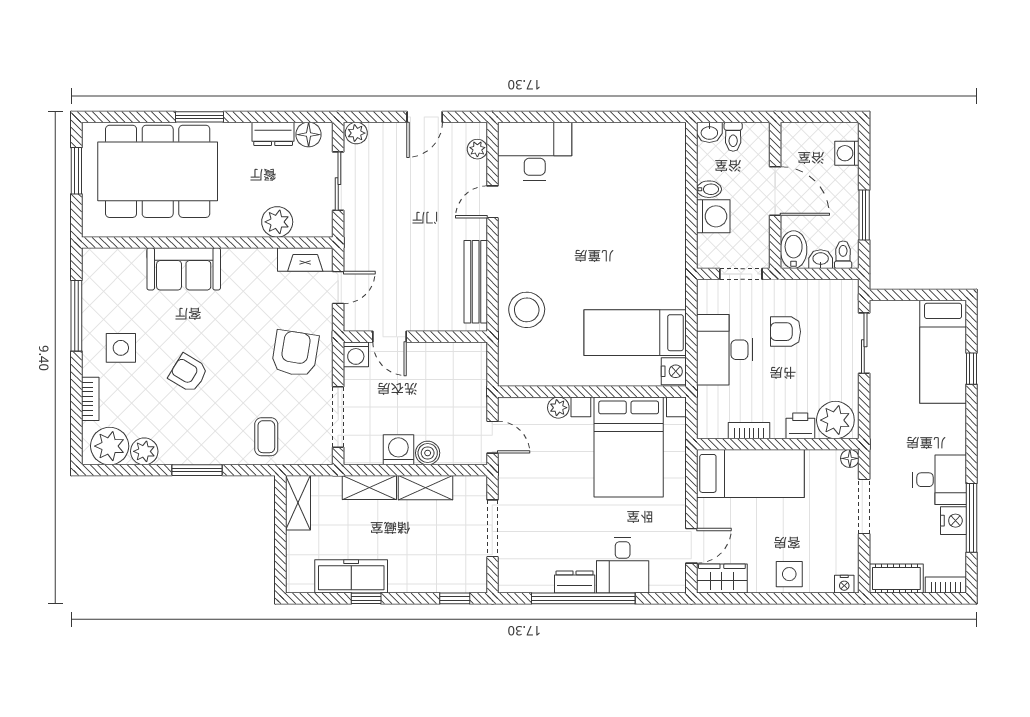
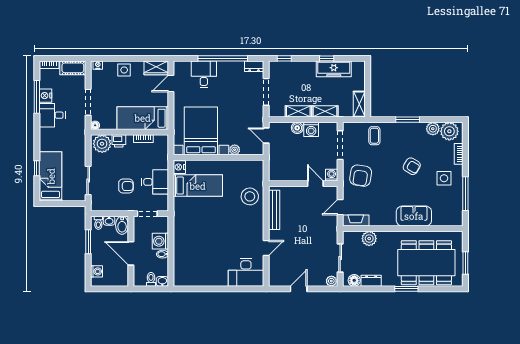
plant: (477, 149) -> (273, 273), removed
desk: (724, 350) -> (155, 182), width x0.73
dresser: (575, 582) -> (254, 66), moved

